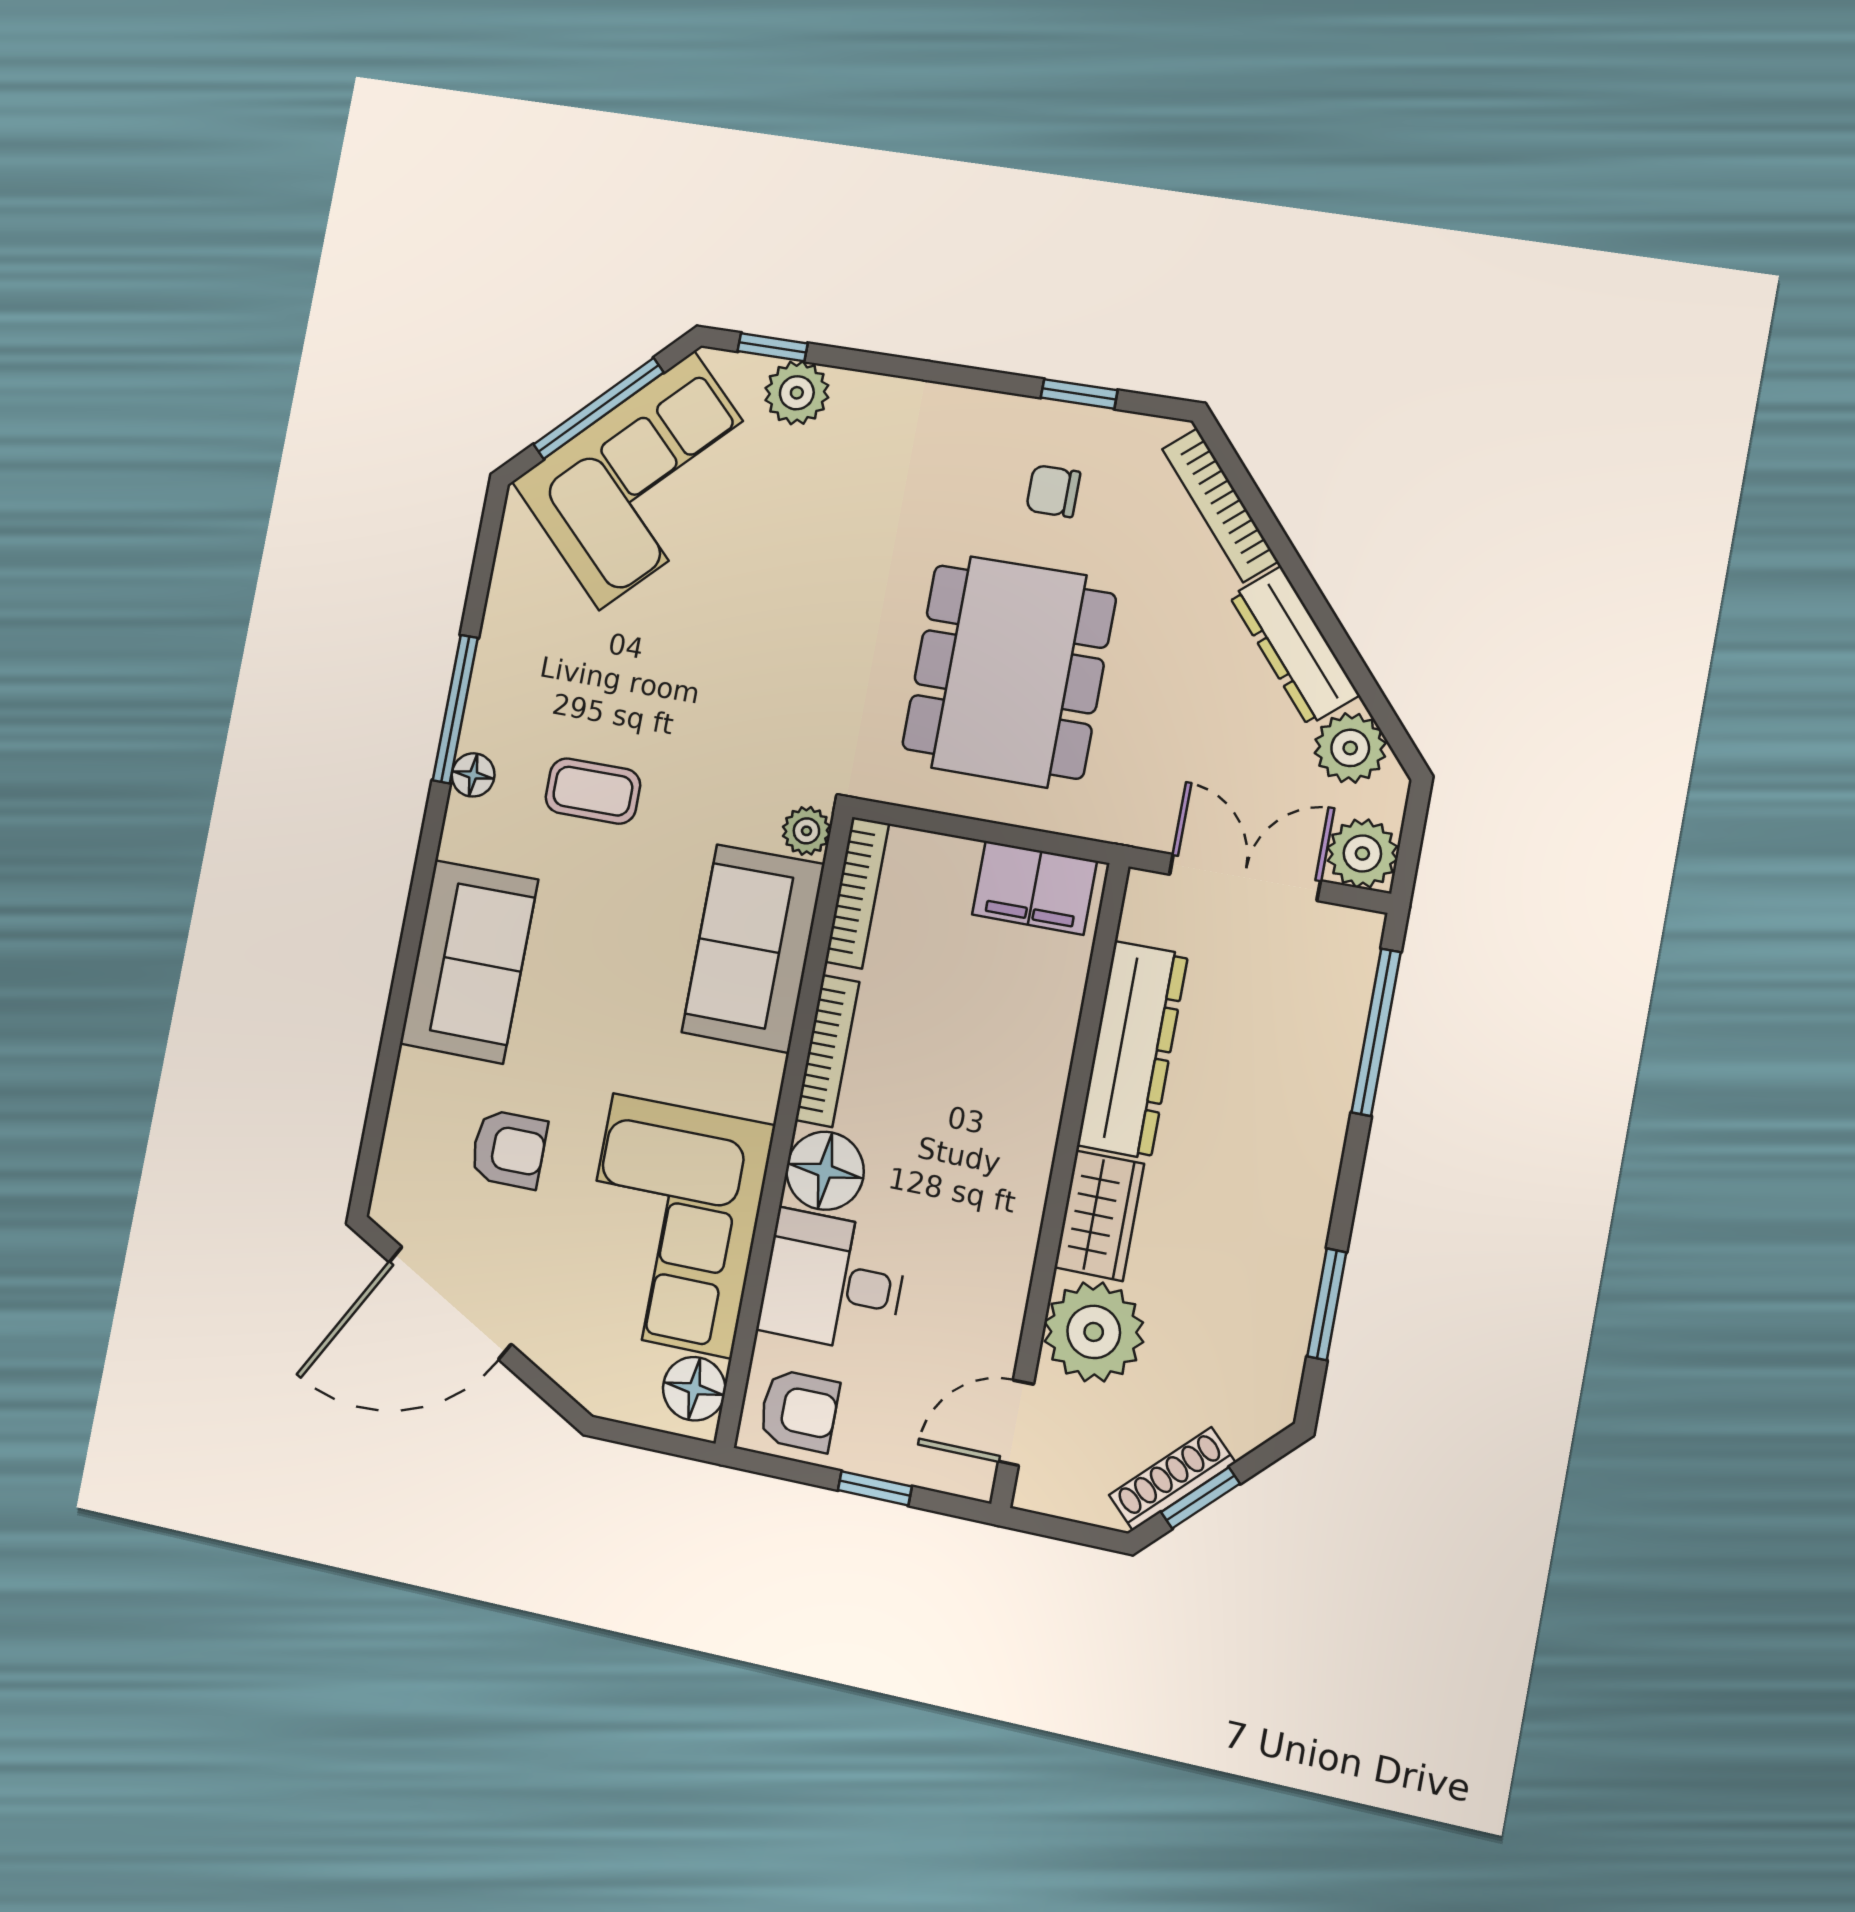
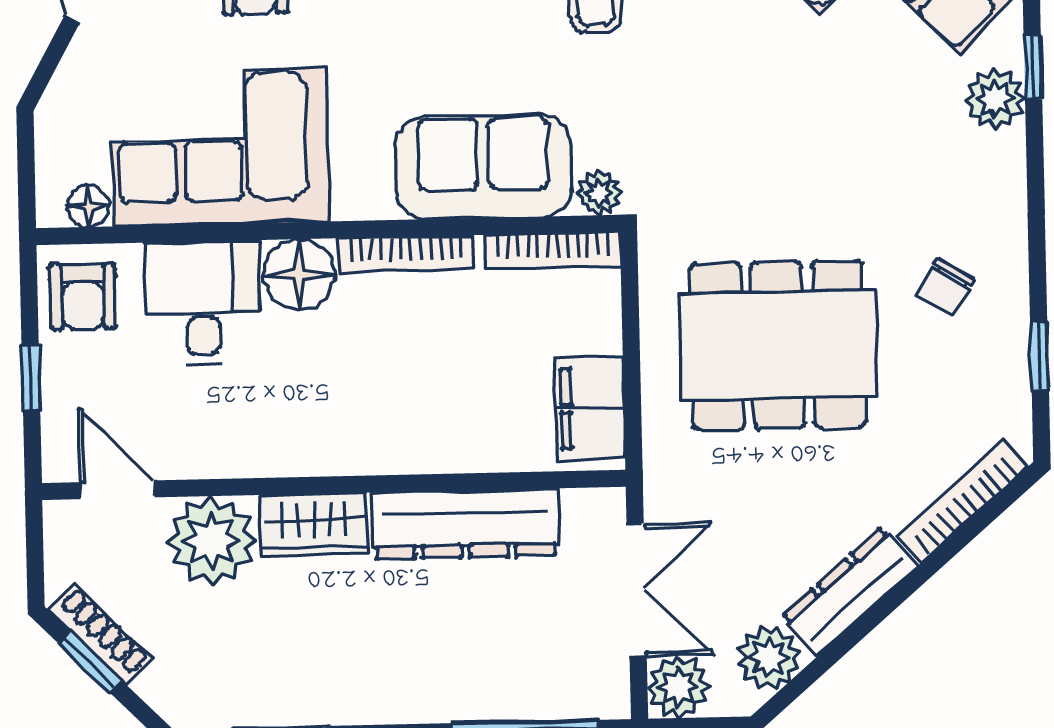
chair: (1053, 491) -> (945, 288), moved, turned -147
floor lamp: (694, 1389) -> (88, 206), width x0.73, depth x0.73

